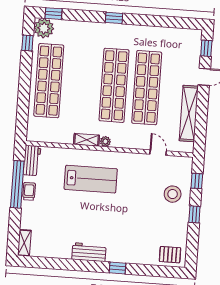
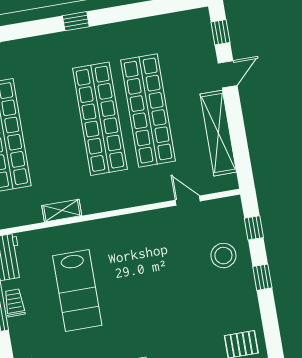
shelving: (86, 140) -> (62, 211), moved
plant: (105, 141) -> (107, 203), removed
lab bench: (91, 179) -> (77, 290), moved, turned 90

